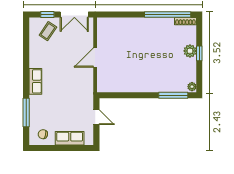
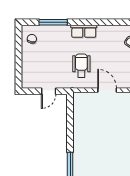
wheelchair: (70, 84) -> (81, 66), added
row of seats: (70, 138) -> (28, 65), removed

